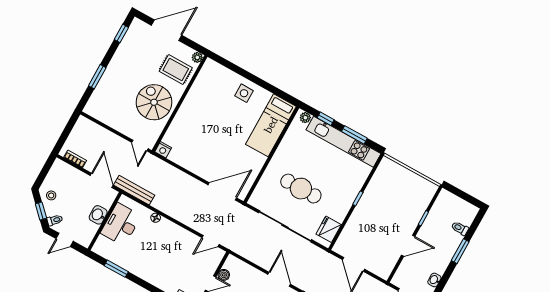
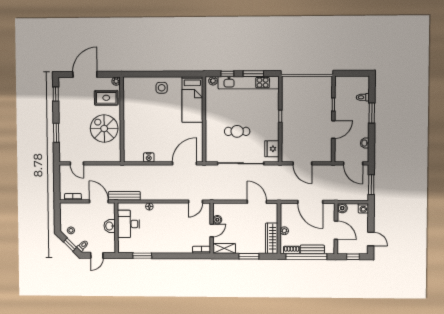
door: (140, 145) -> (77, 163), moved
nightstand: (163, 150) -> (149, 157), moved
cafe table: (301, 189) -> (237, 131), width x0.73, depth x0.74

